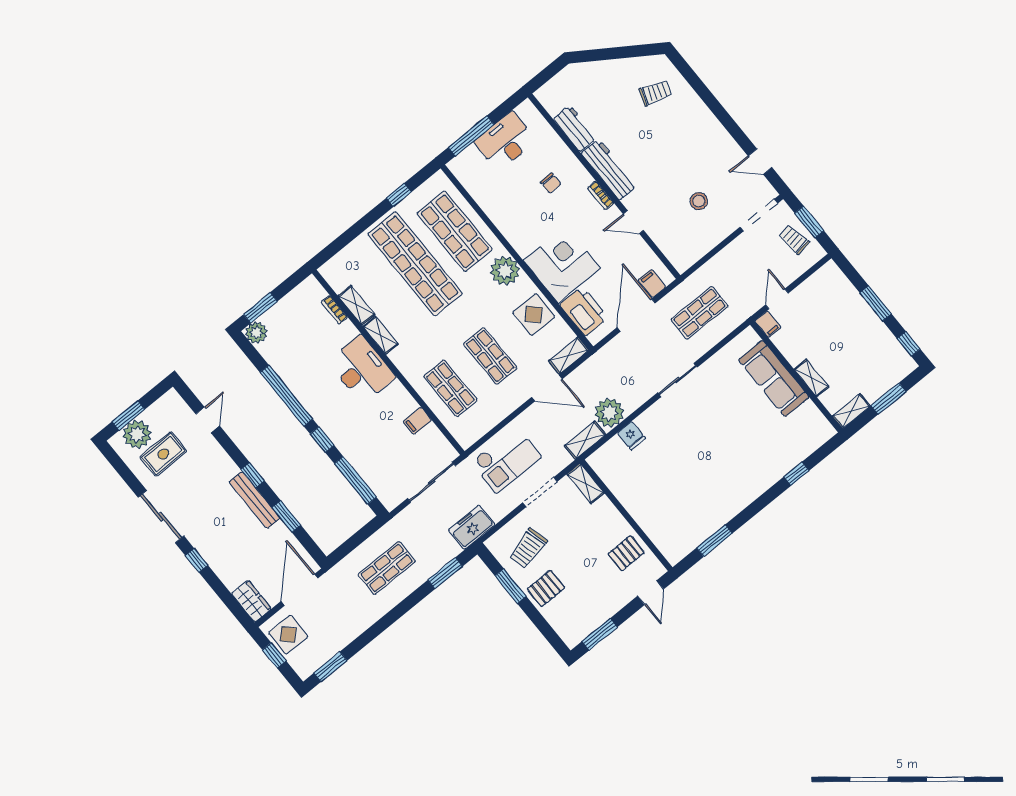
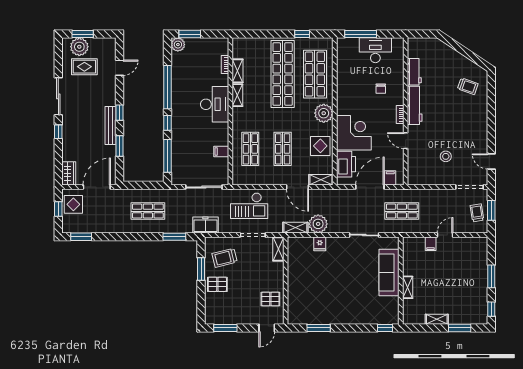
wall: (796, 377) -> (401, 281), moved
sofa: (774, 378) -> (389, 273), moved
shelving: (812, 378) -> (408, 287), moved

